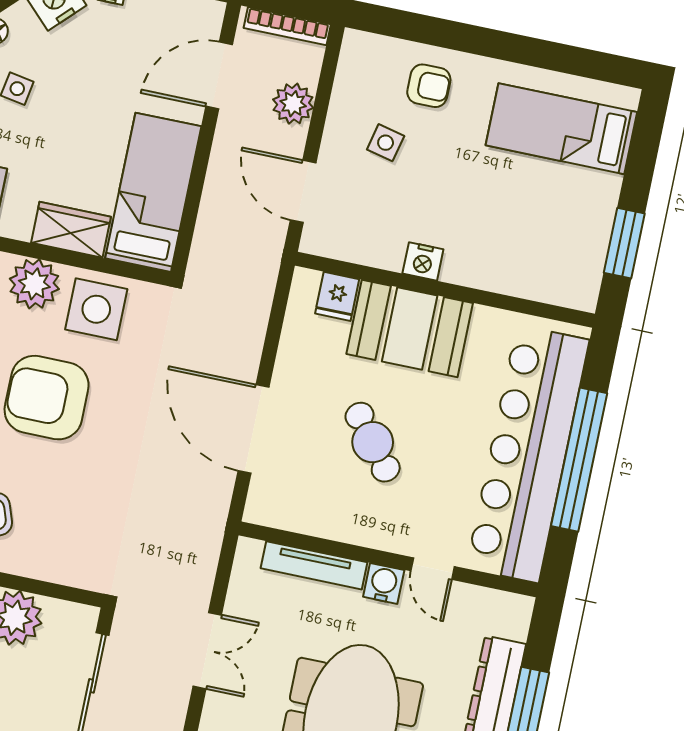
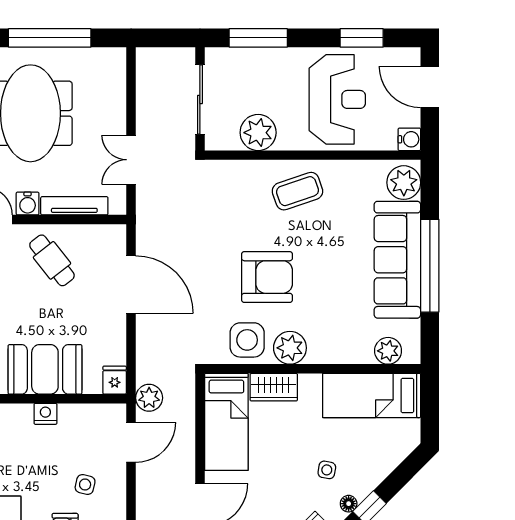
plant: (293, 104) -> (149, 398), moved
door: (303, 191) -> (131, 442), hinge flipped
fridge: (337, 296) -> (115, 380), moved
cafe table: (373, 442) -> (52, 260), moved
double door: (207, 651) -> (131, 160), moved

